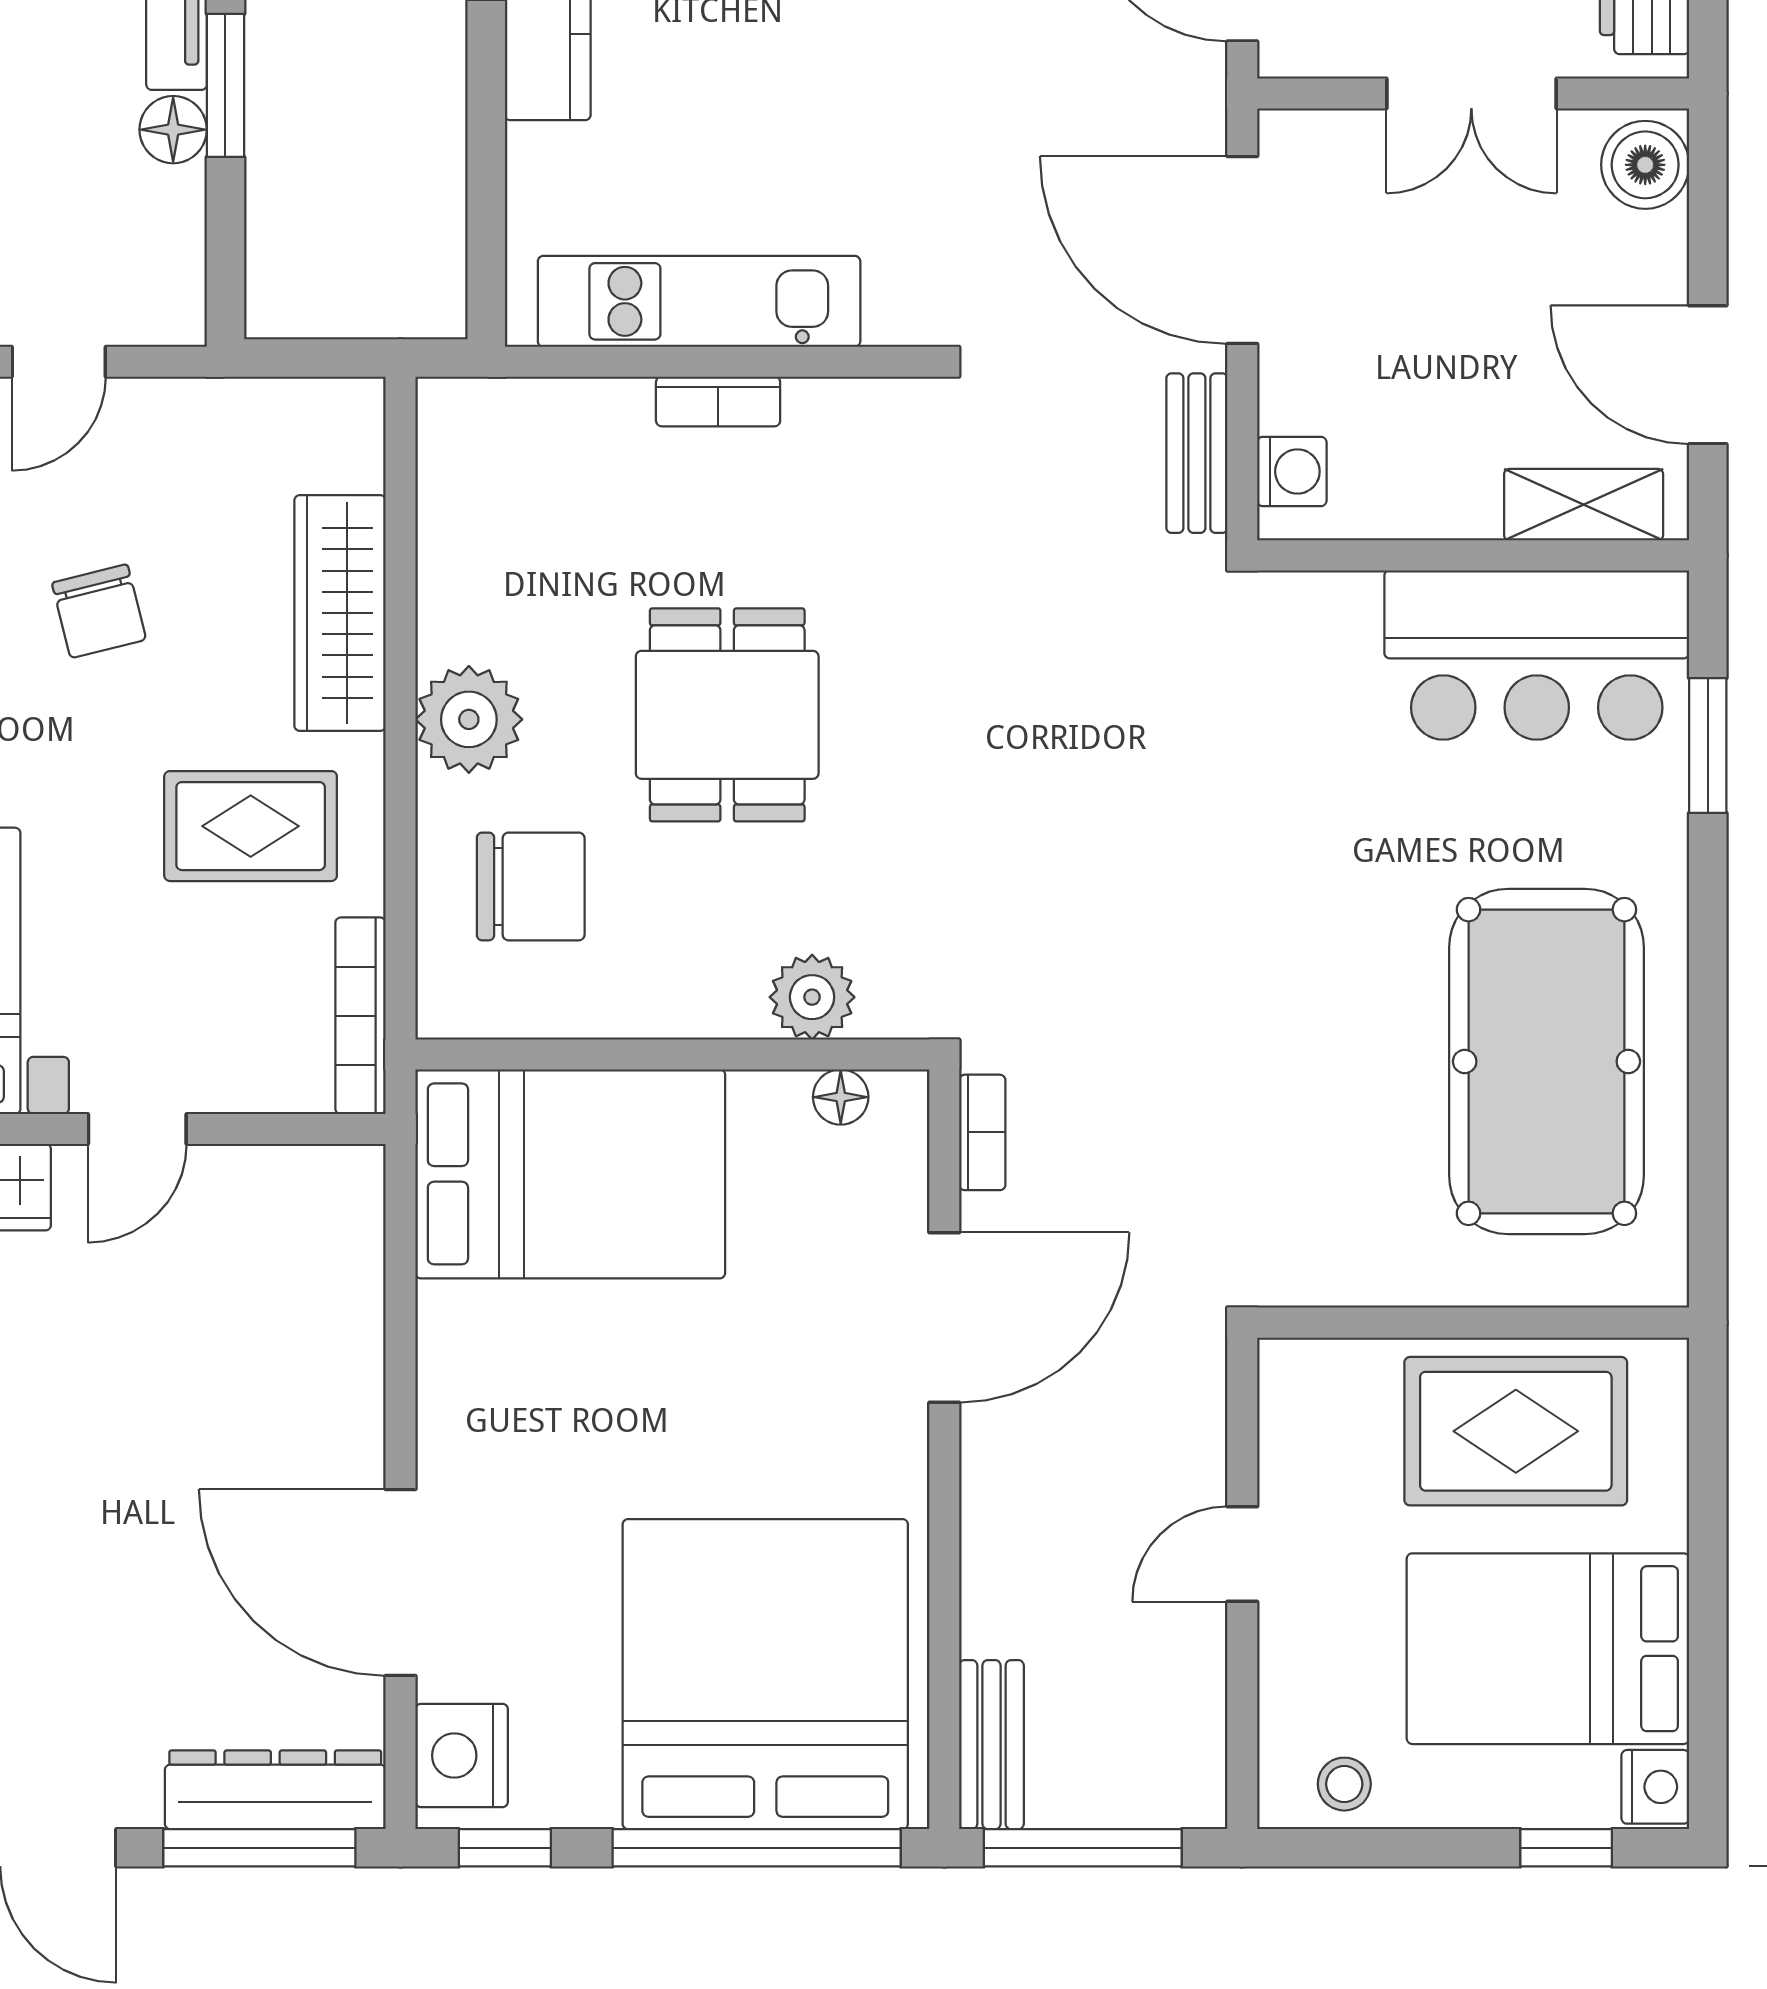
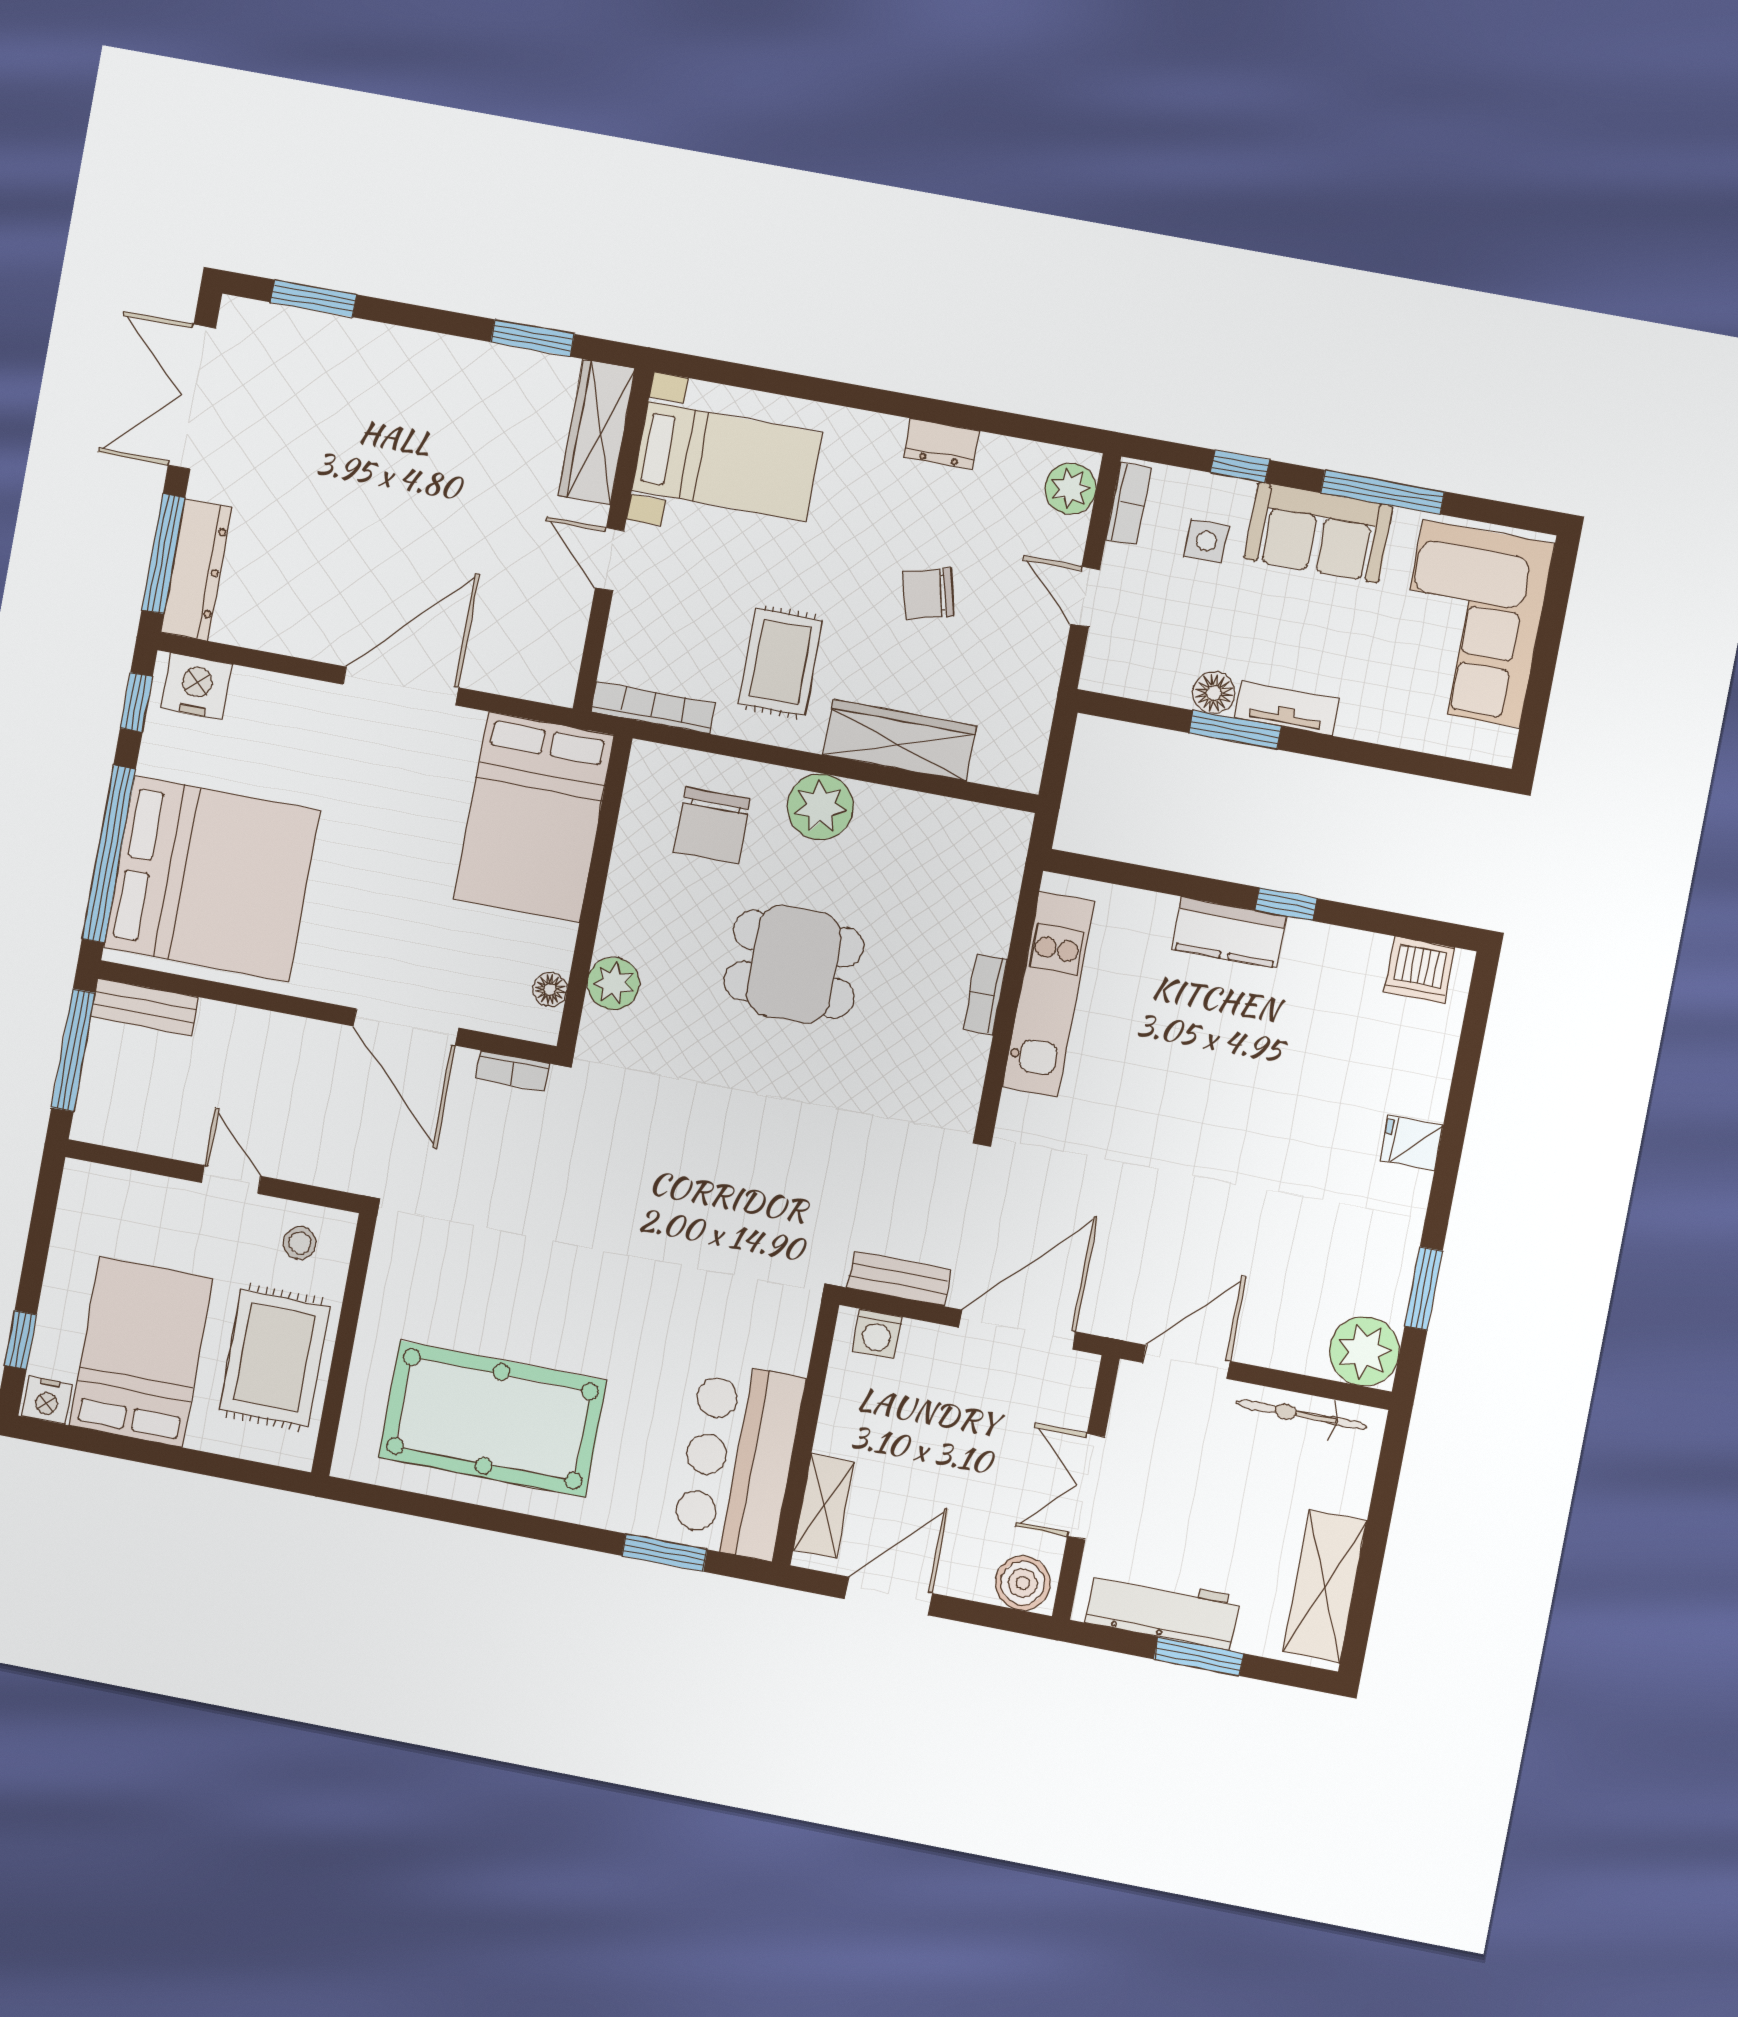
door: (401, 1582) -> (401, 686), moved
stool: (1344, 1784) -> (300, 1243), moved

